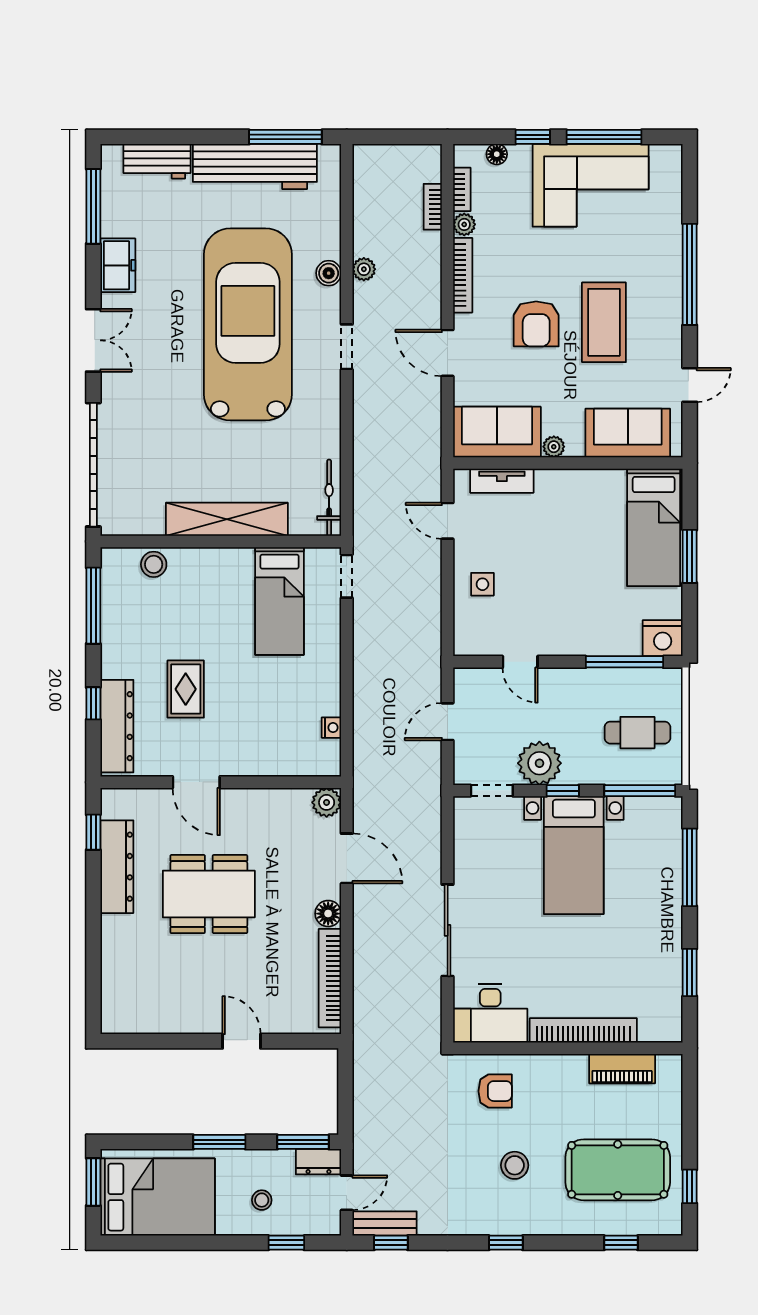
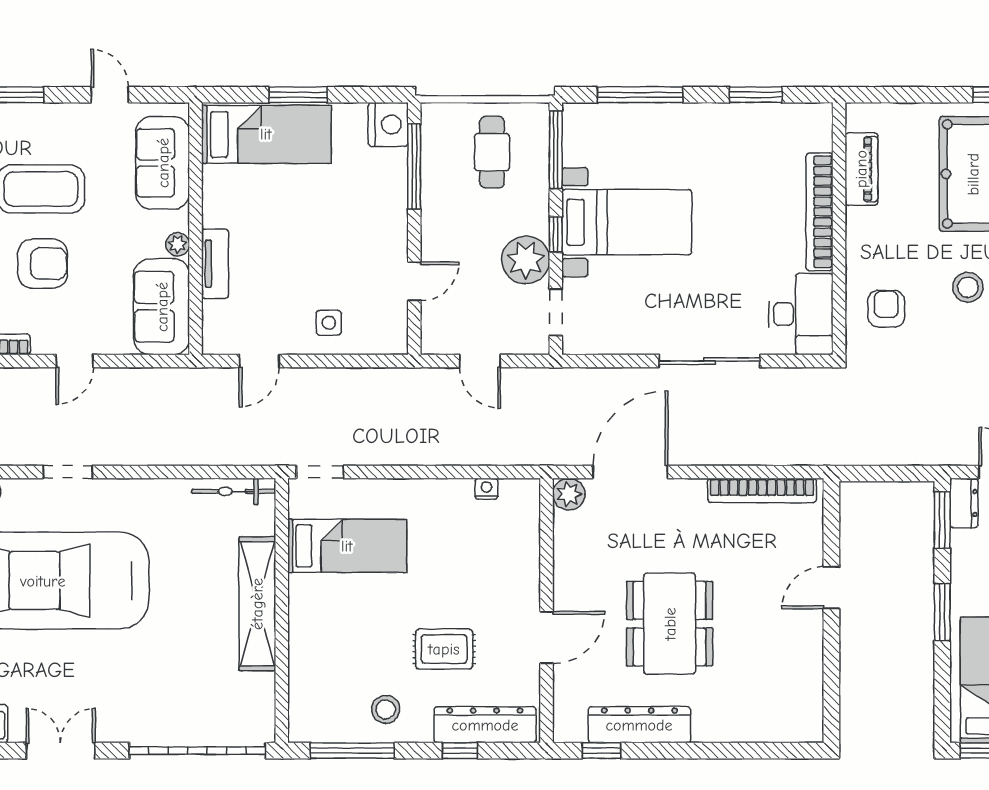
door: (448, 353) -> (75, 361), width x0.73
tv unit: (502, 481) -> (215, 264), moved
stool: (154, 564) -> (386, 709), moved
door: (347, 858) -> (630, 472), width x1.36
floor lamp: (328, 914) -> (691, 492), removed

